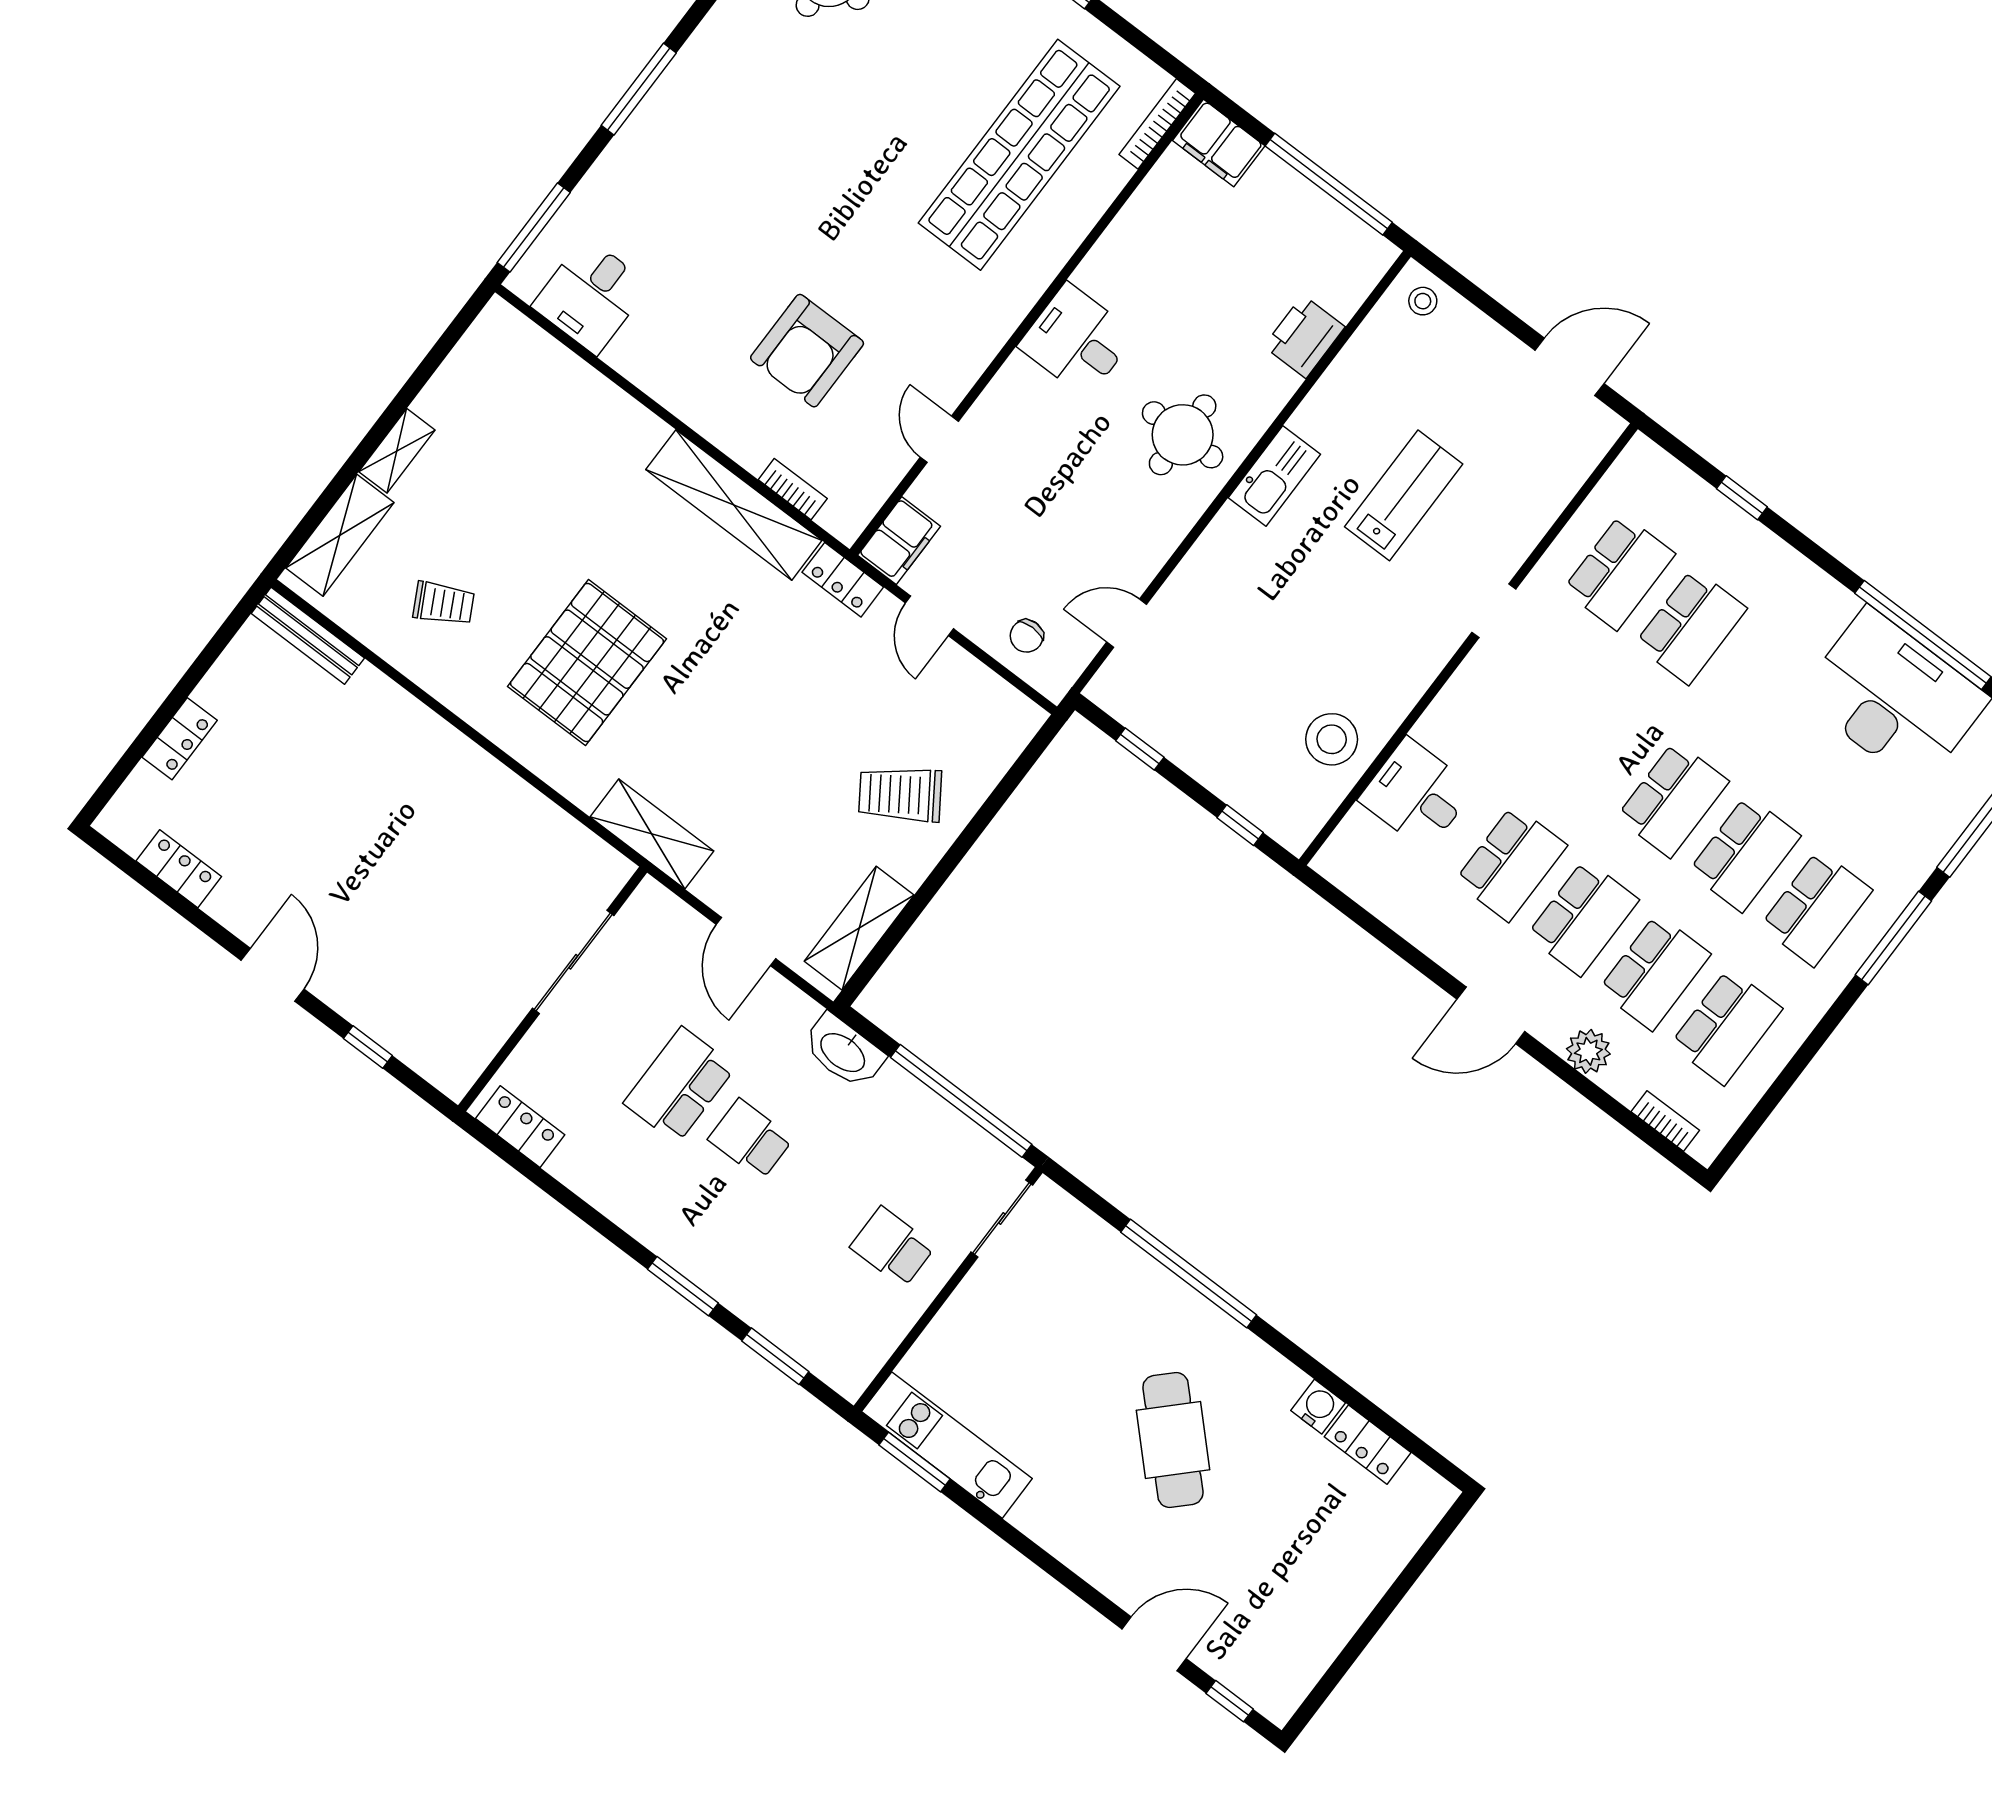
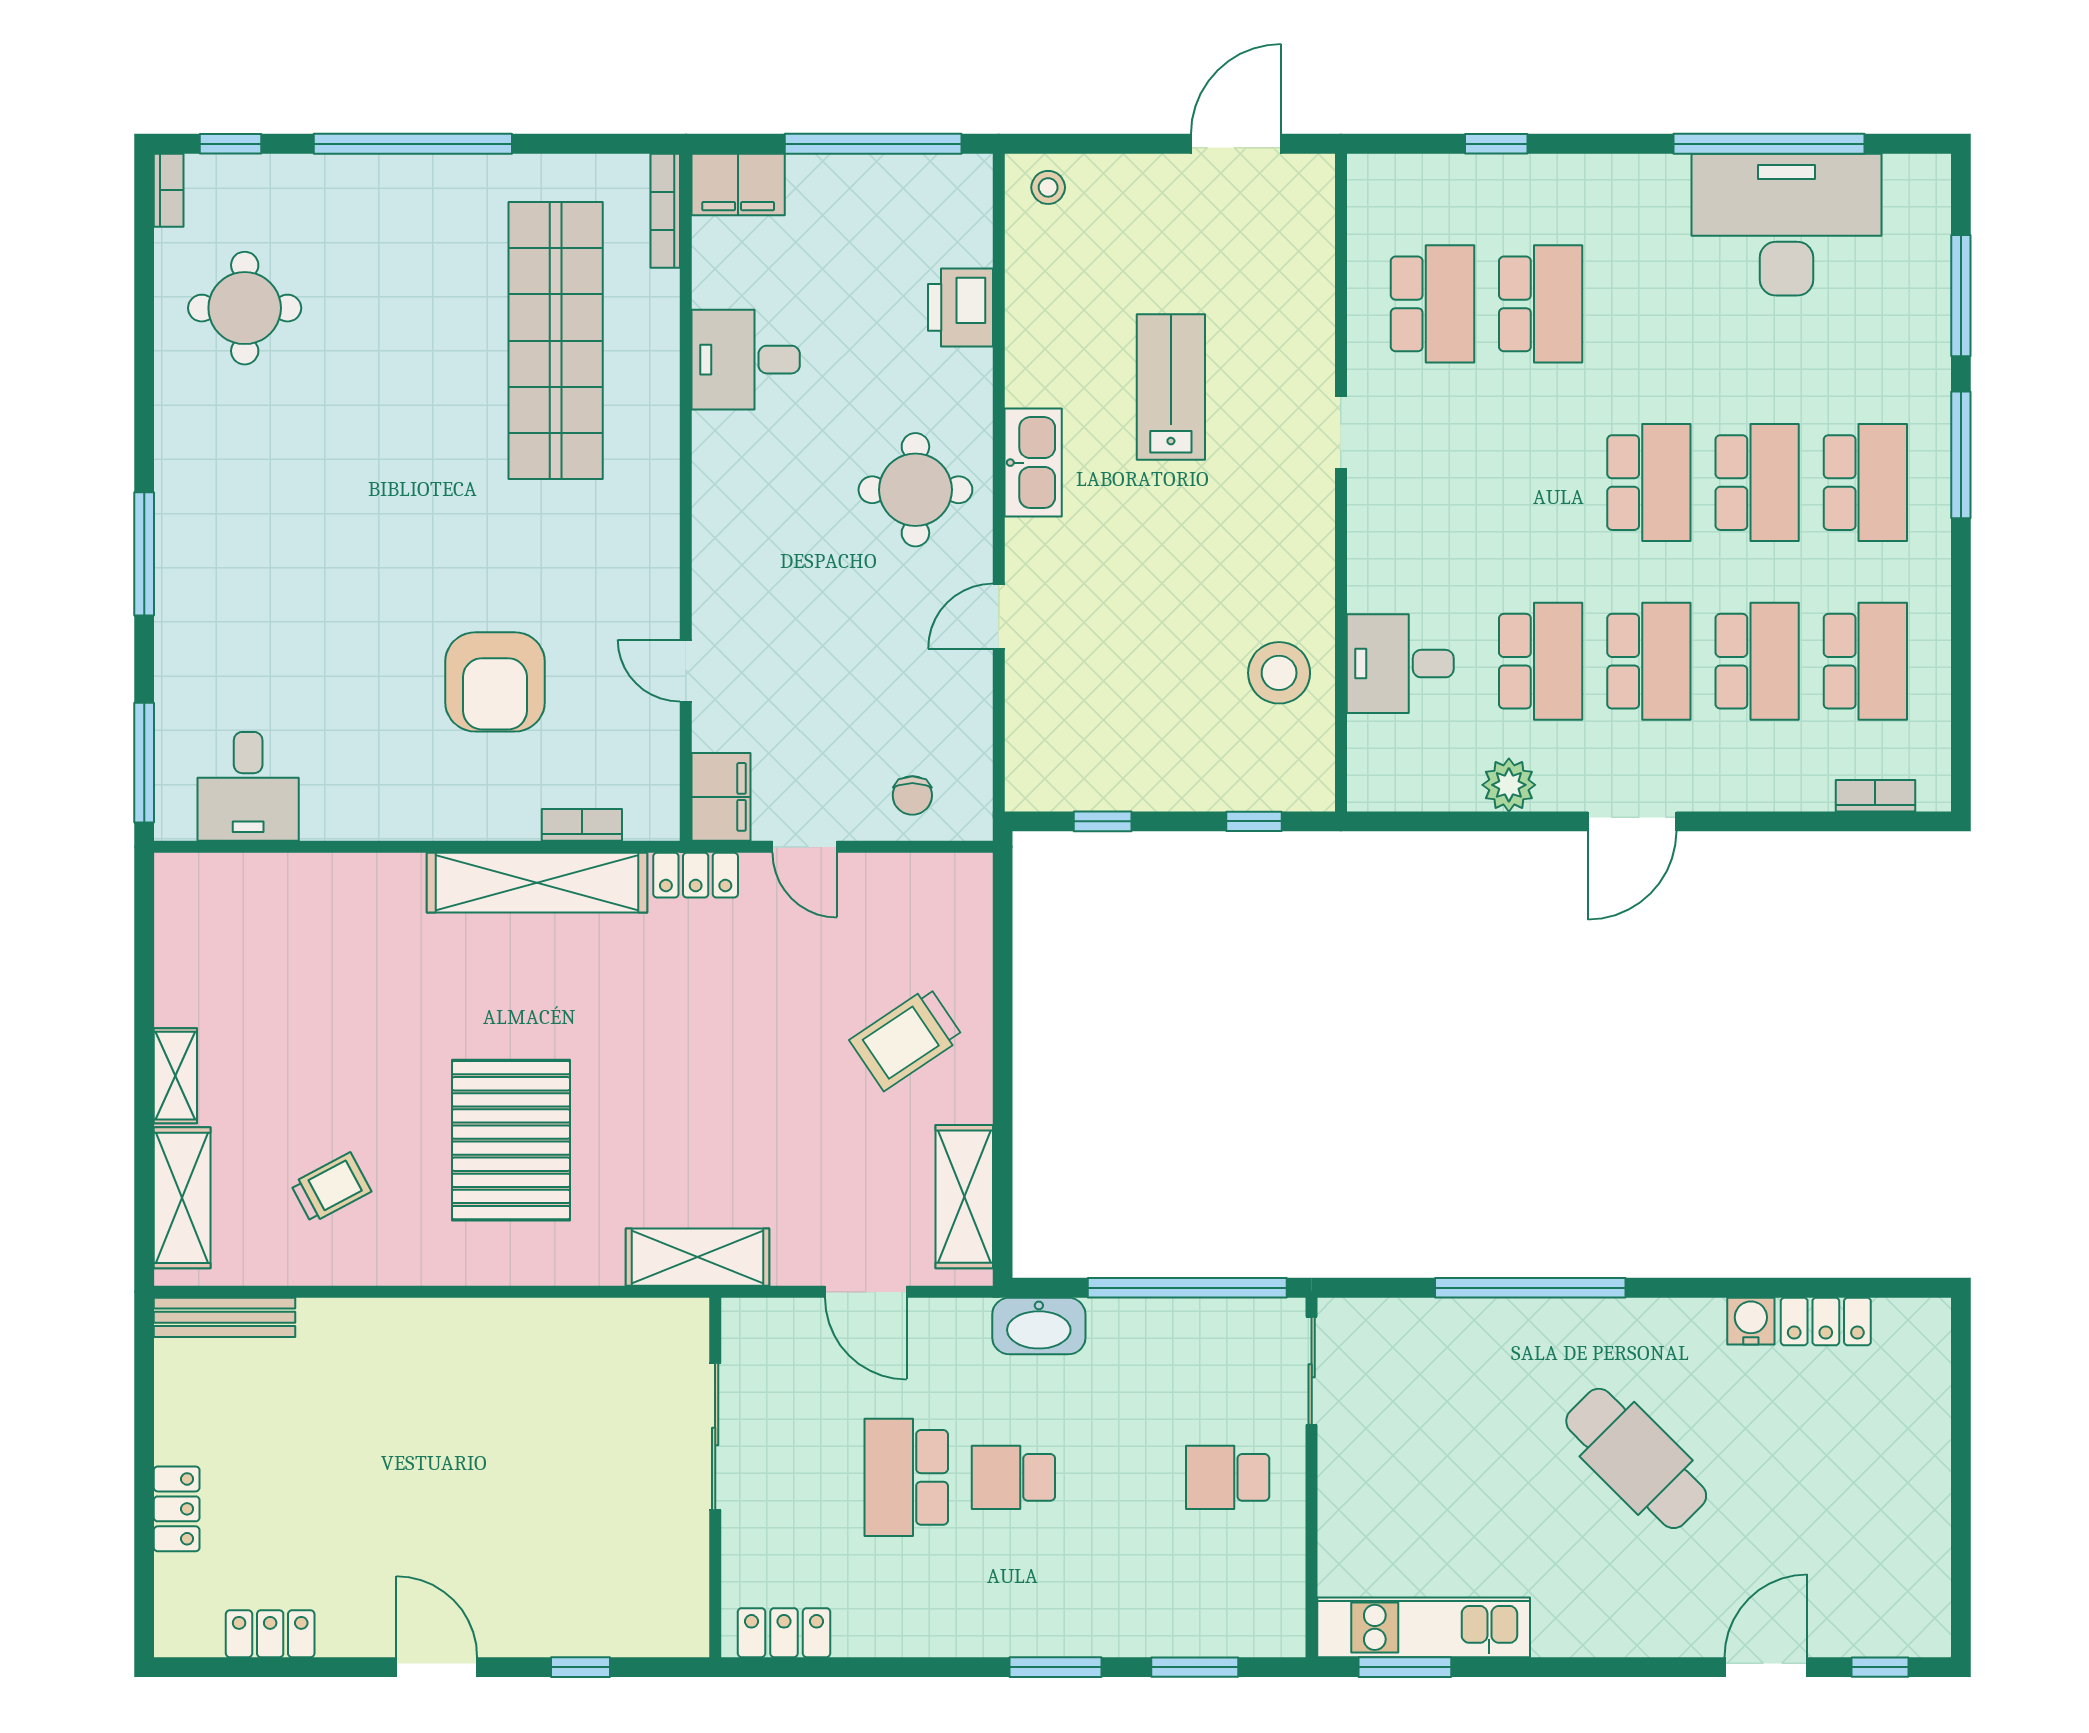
desk: (1077, 340) -> (746, 360), moved
door: (1127, 623) -> (999, 616), moved
plant: (1588, 1051) -> (1509, 785), moved

